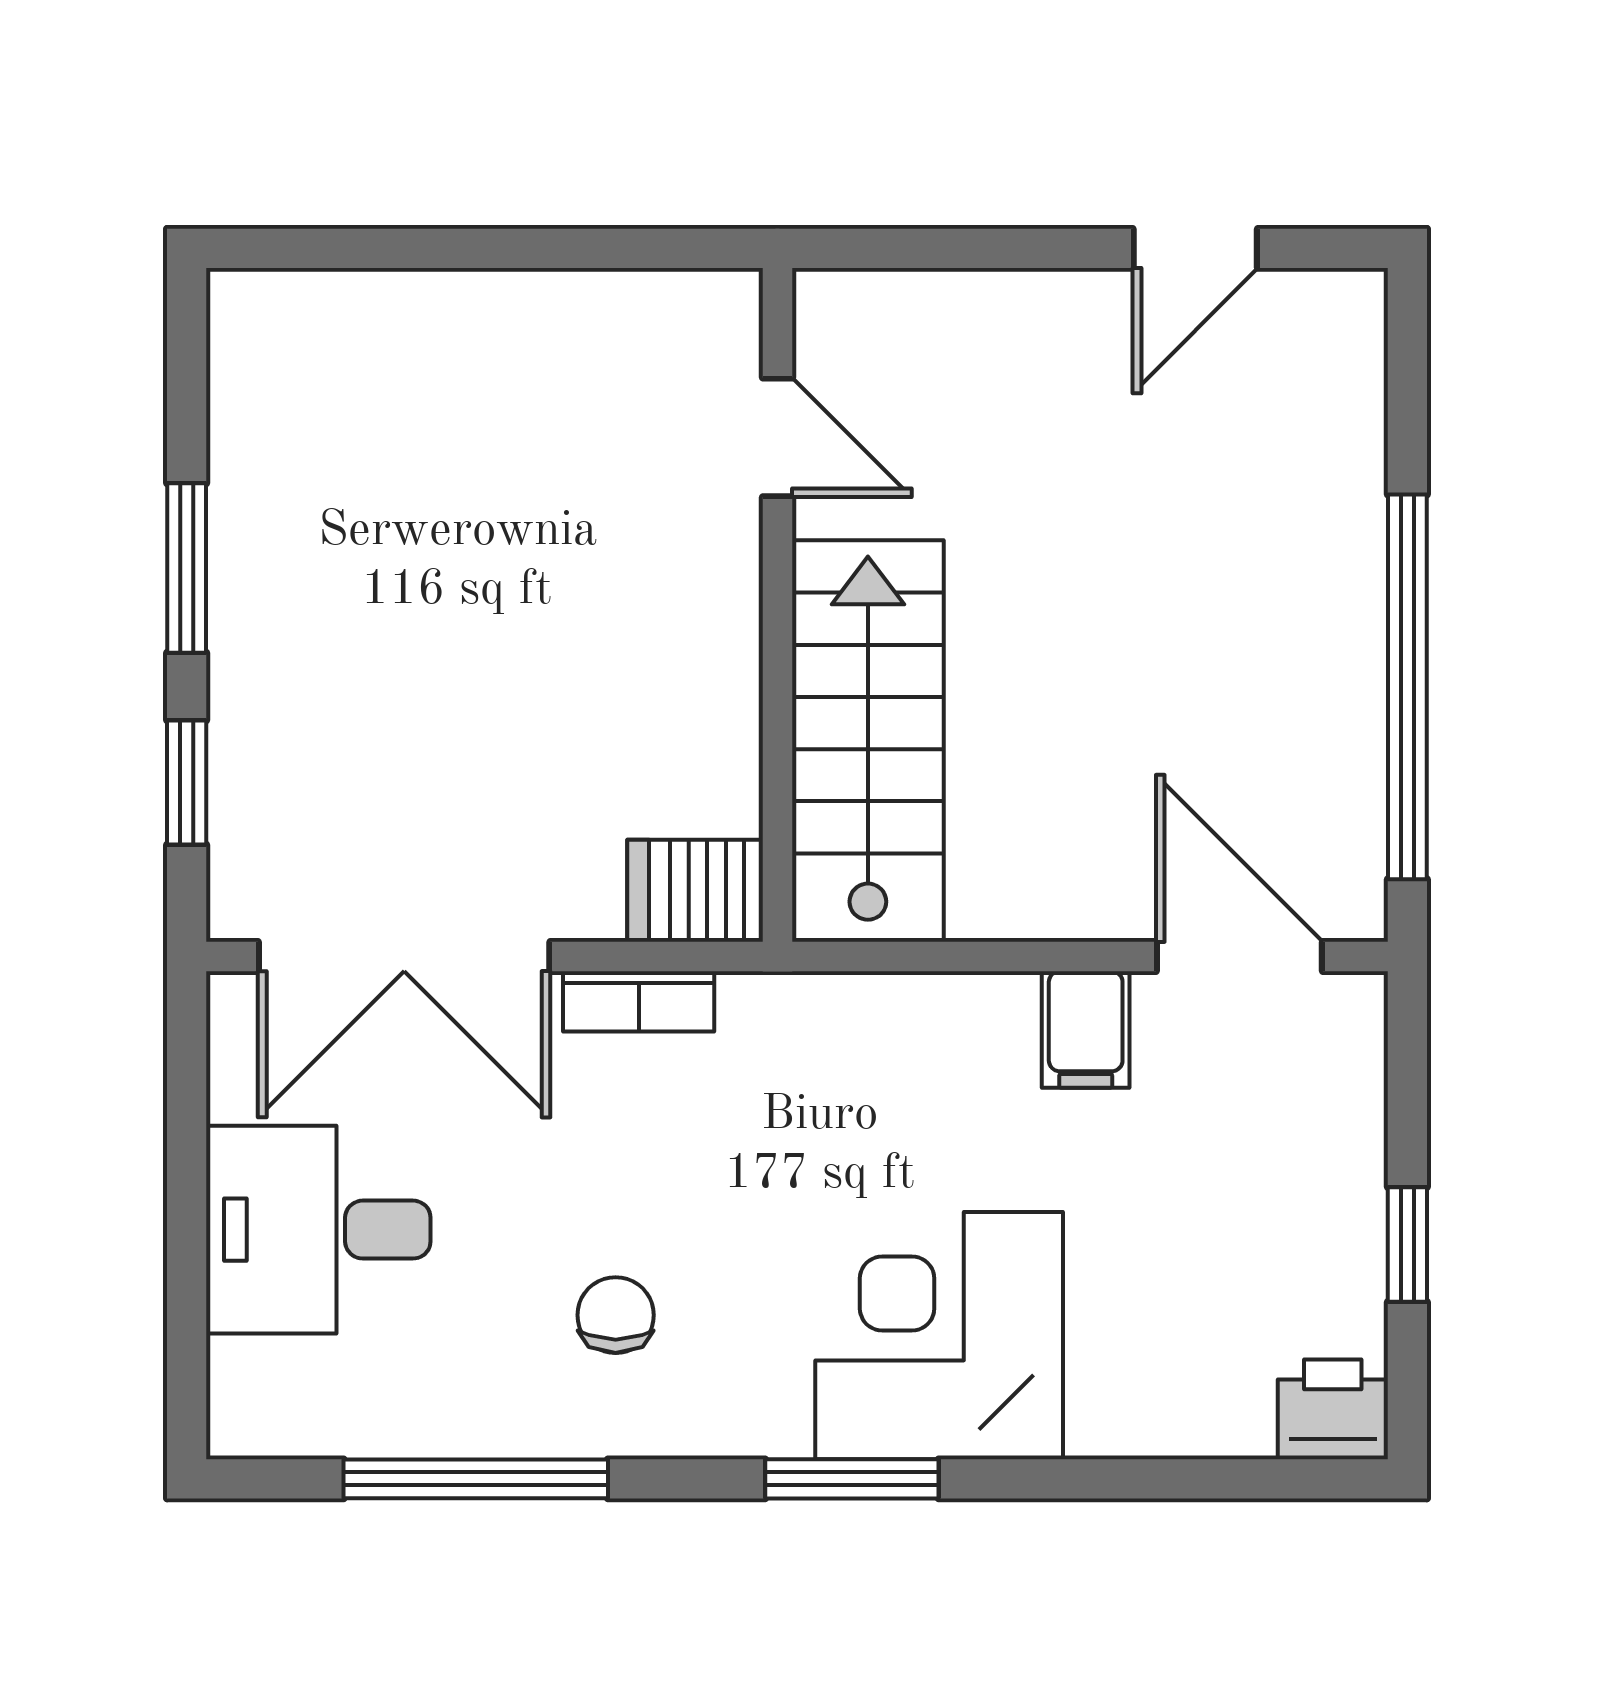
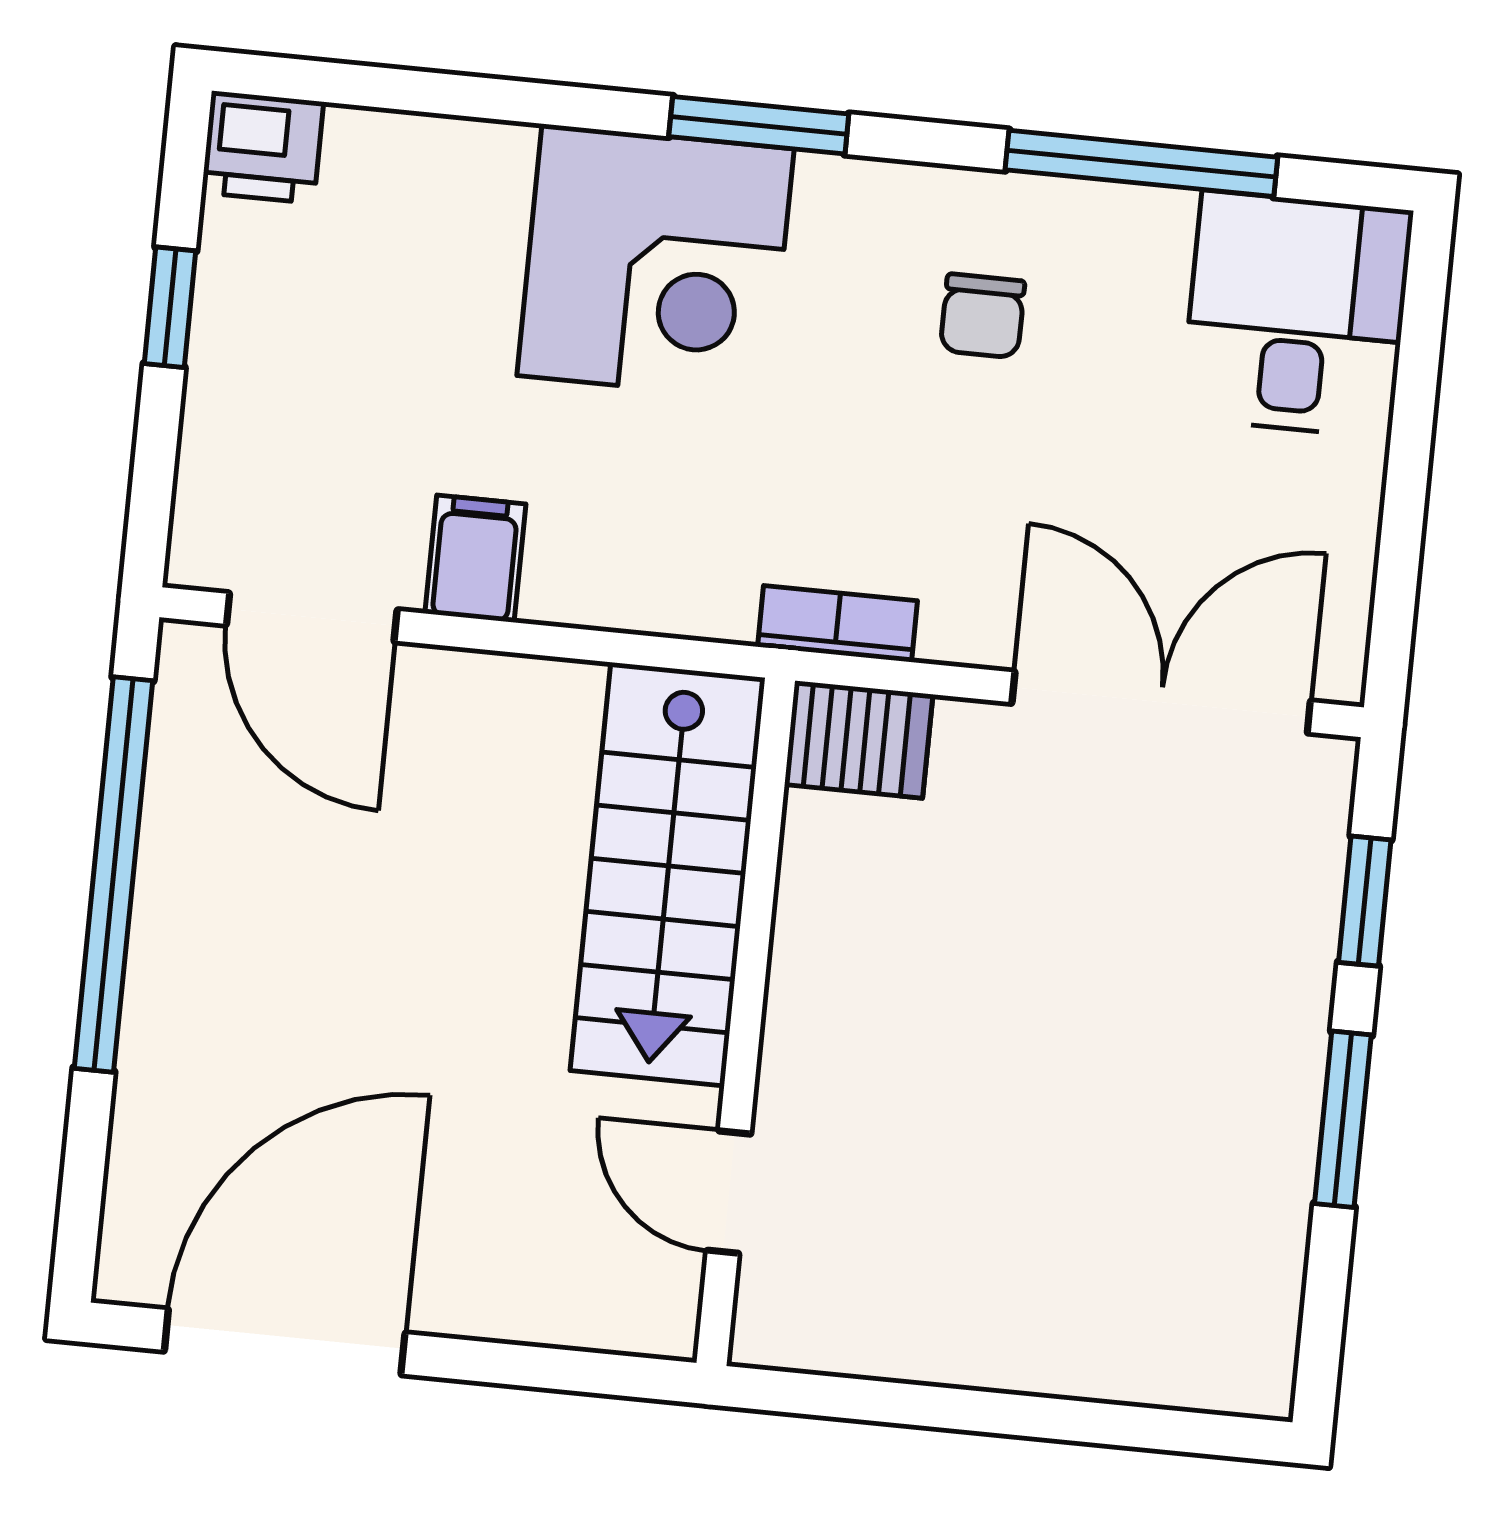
door: (1195, 248) -> (285, 1342), width x1.87
bookcase: (639, 1001) -> (838, 624), moved
desk: (318, 1230) -> (1296, 314), moved, turned -90

